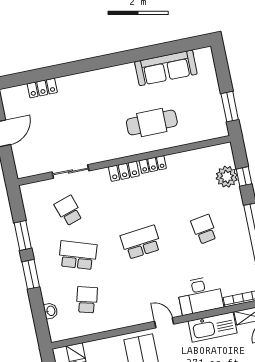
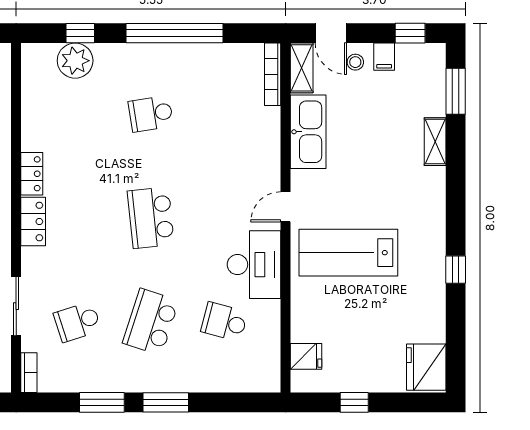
bookcase: (32, 188) -> (29, 373), added
desk: (200, 295) -> (254, 265), moved
washbasin: (51, 311) -> (230, 383), removed

